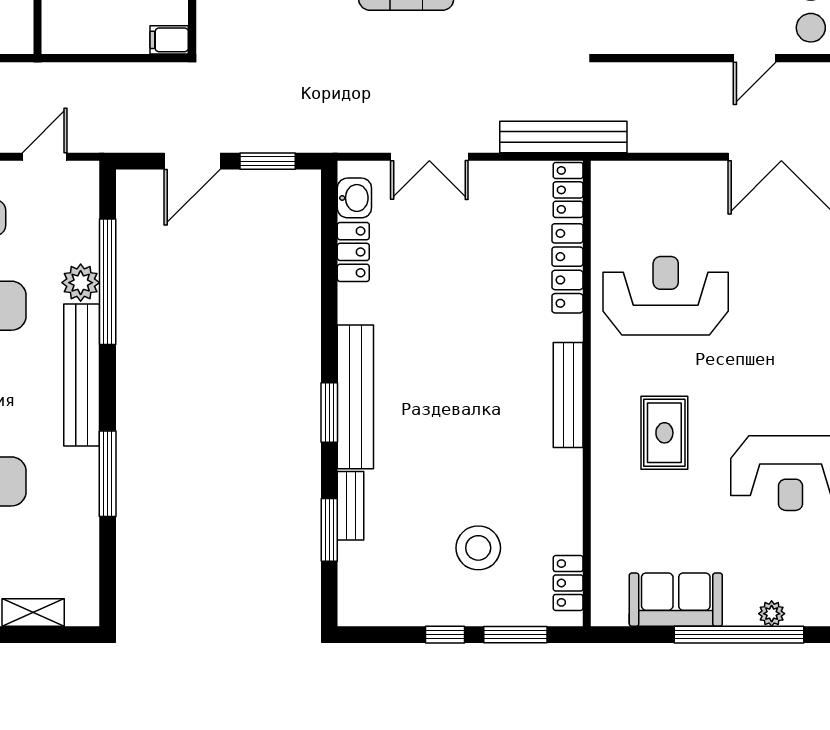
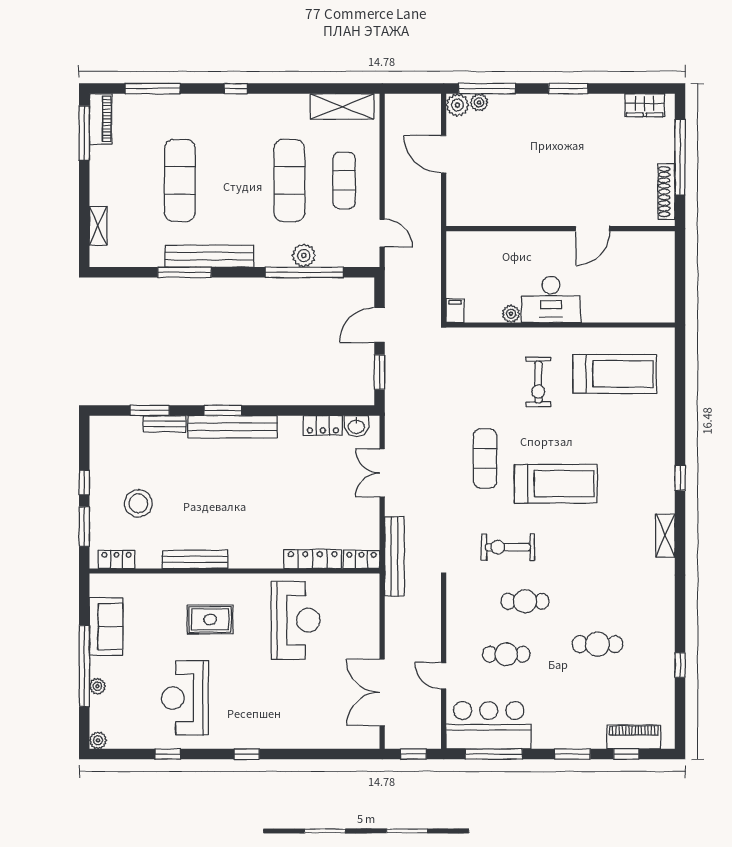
door: (192, 161) -> (379, 325), hinge flipped
bench: (82, 375) -> (209, 256), moved
bench: (568, 395) -> (195, 559), moved

